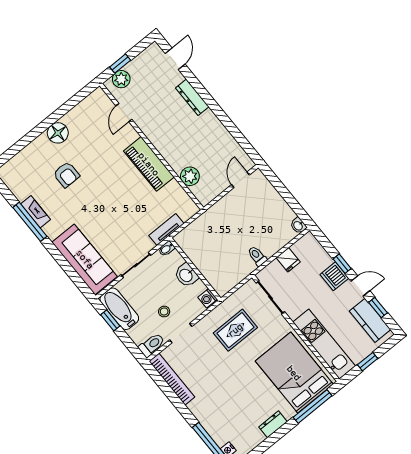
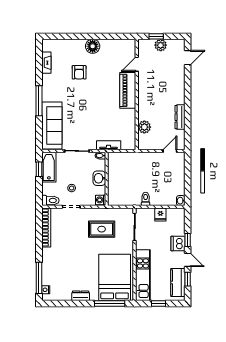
plant: (121, 79) -> (161, 45), moved
dresser: (192, 97) -> (180, 117), moved
piano: (149, 164) -> (128, 90), moved
fireplace: (35, 212) -> (46, 63), moved
window: (30, 222) -> (39, 101), moved

